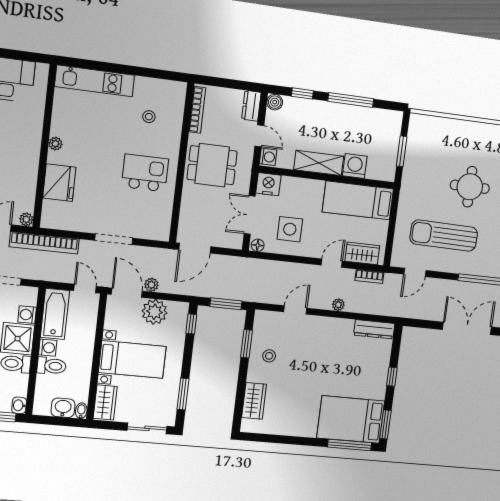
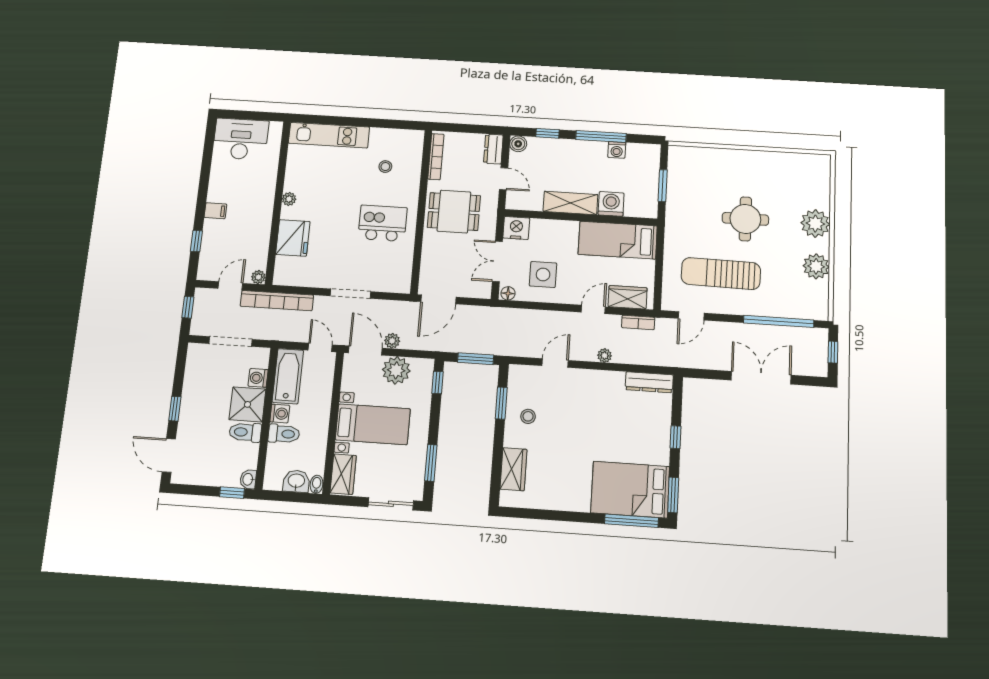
washing machine: (268, 157) -> (617, 150), moved, turned 90

